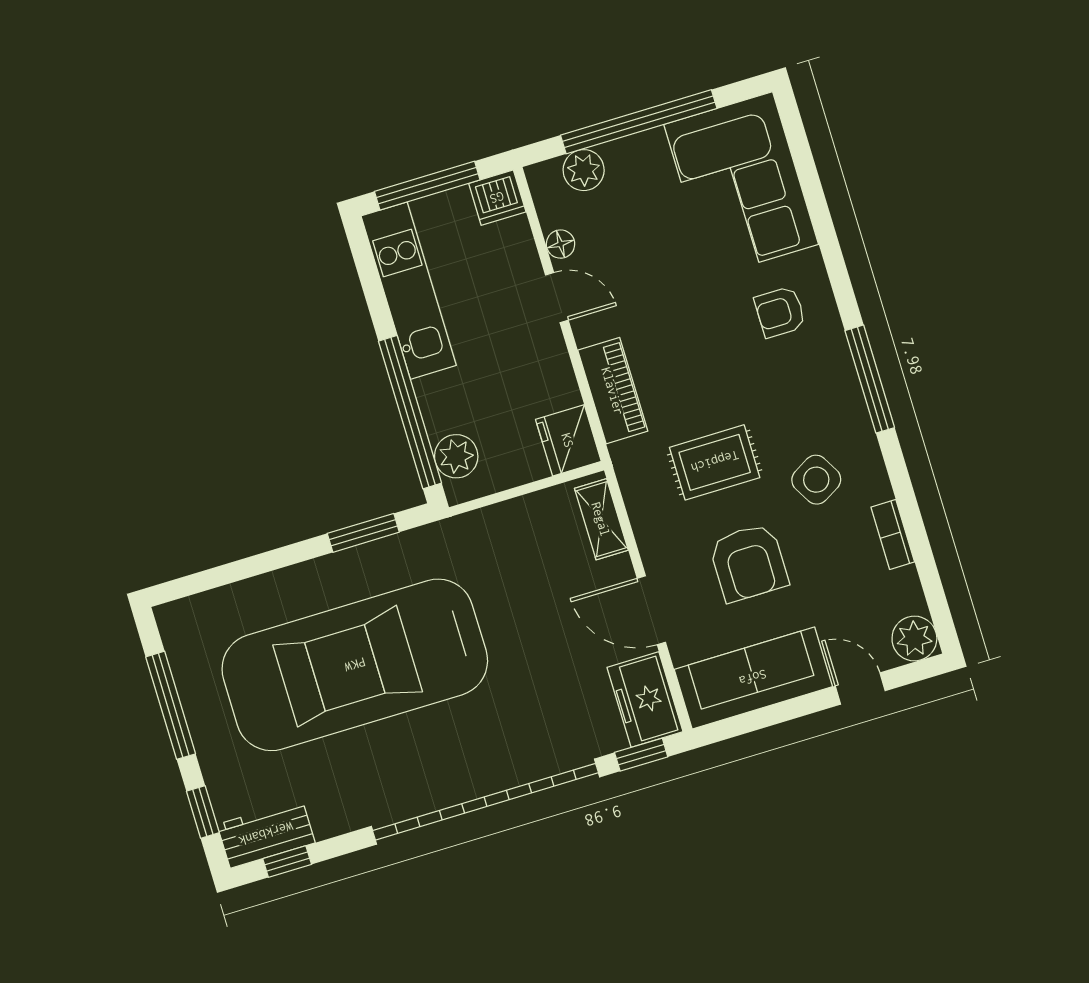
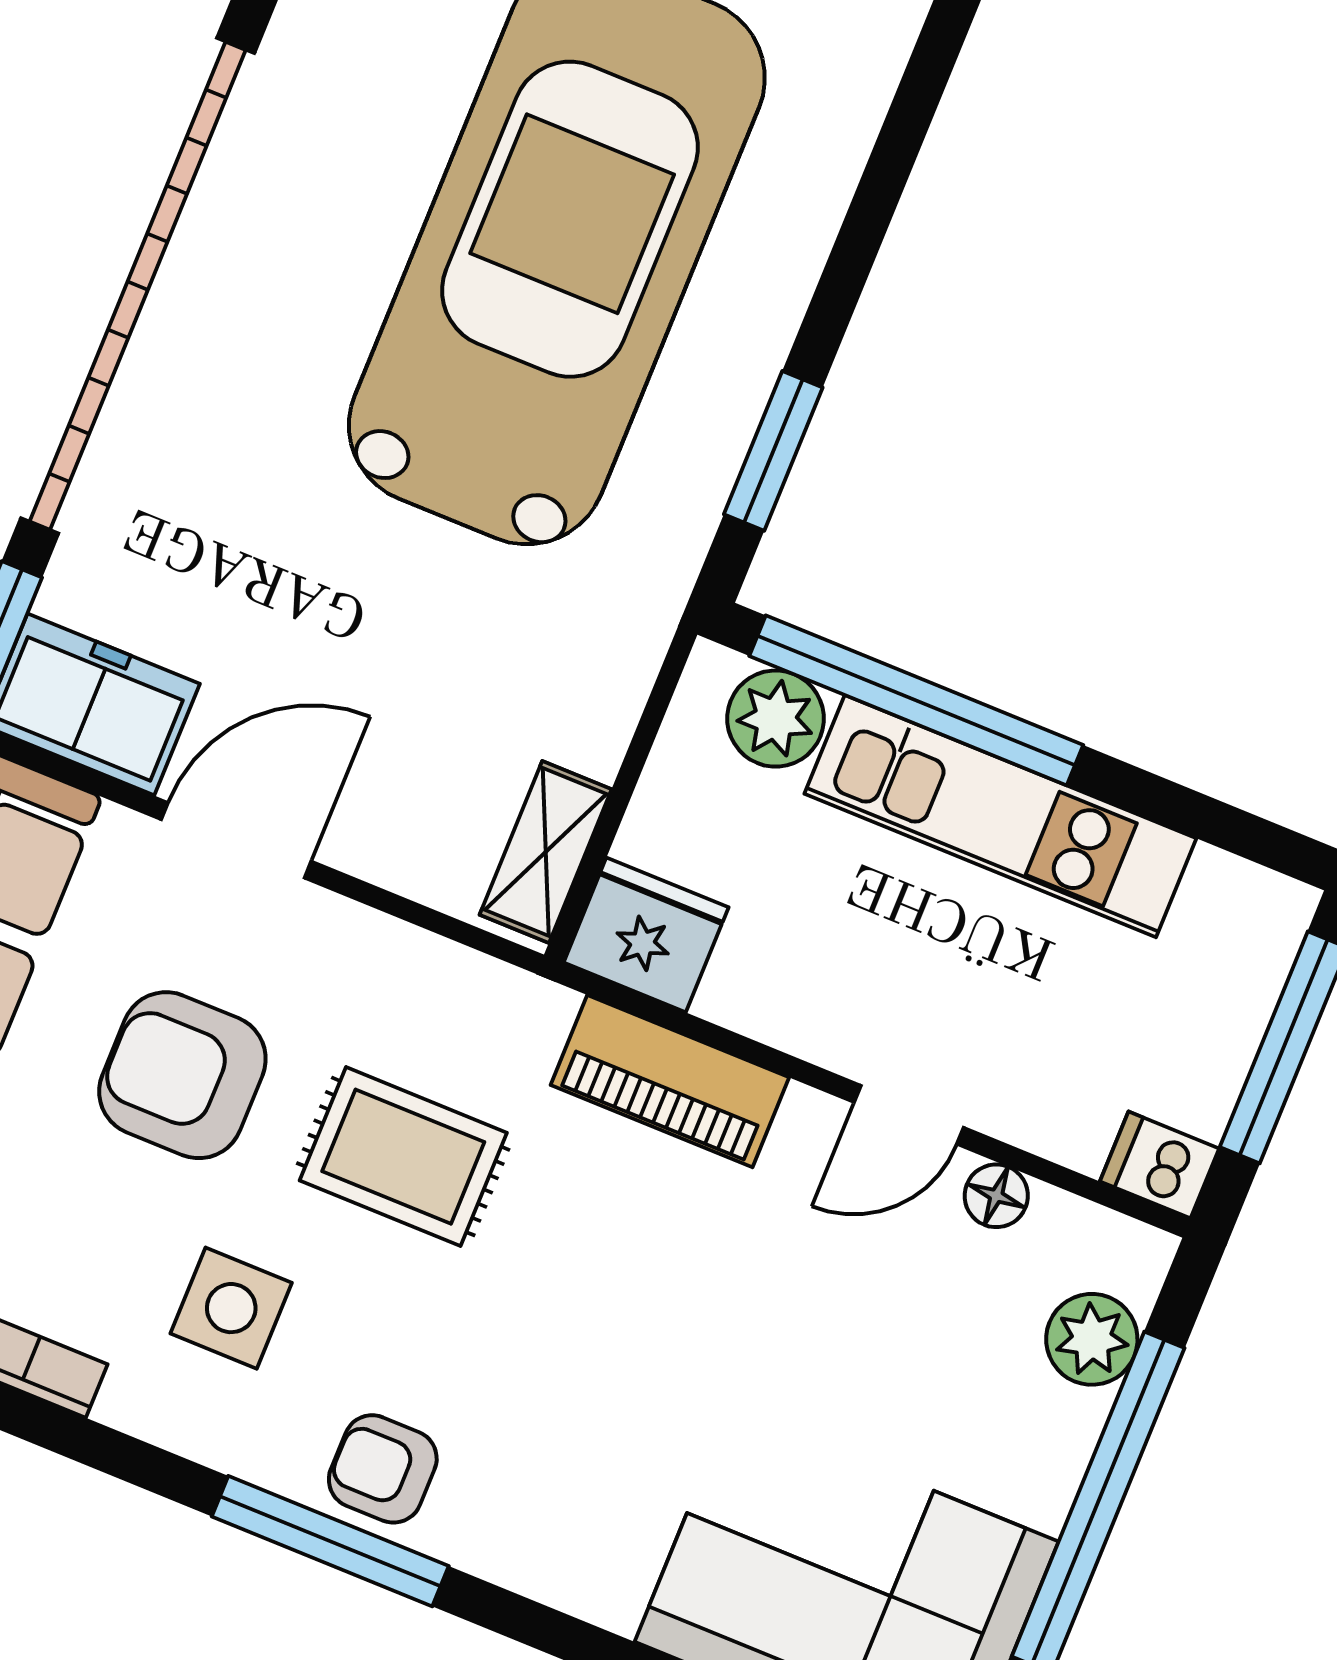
dishwasher: (497, 198) -> (1159, 1165), width x0.73
kitchen unit: (409, 291) -> (1000, 816), moved
armchair: (780, 312) -> (383, 1469), moved, turned -90
rug: (715, 462) -> (403, 1157), turned 90
side table: (816, 480) -> (231, 1308), turned 30
shelving: (601, 519) -> (546, 852), moved, turned 90

